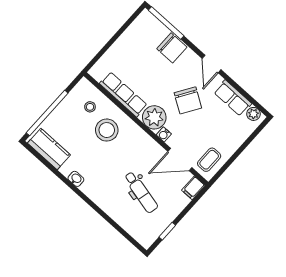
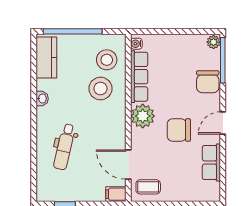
chair: (188, 100) -> (179, 130), turned 58
stool: (90, 107) -> (107, 60), width x1.89, depth x1.89
plant: (253, 114) -> (214, 42), moved
water cooler: (164, 134) -> (136, 44), moved
dental chair: (141, 192) -> (64, 147), moved

